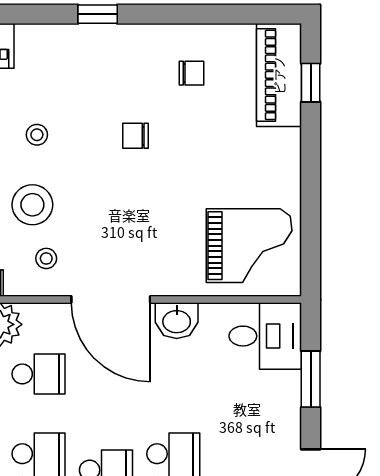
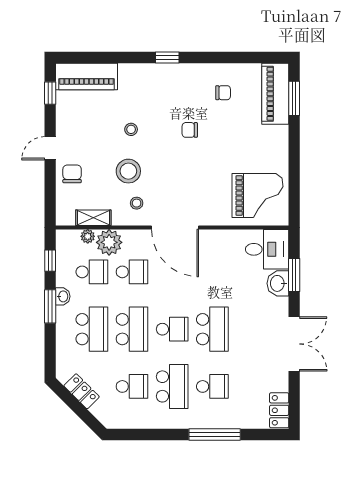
window: (311, 83) -> (294, 98), width x1.50
washbasin: (177, 321) -> (278, 283), moved, turned 90

